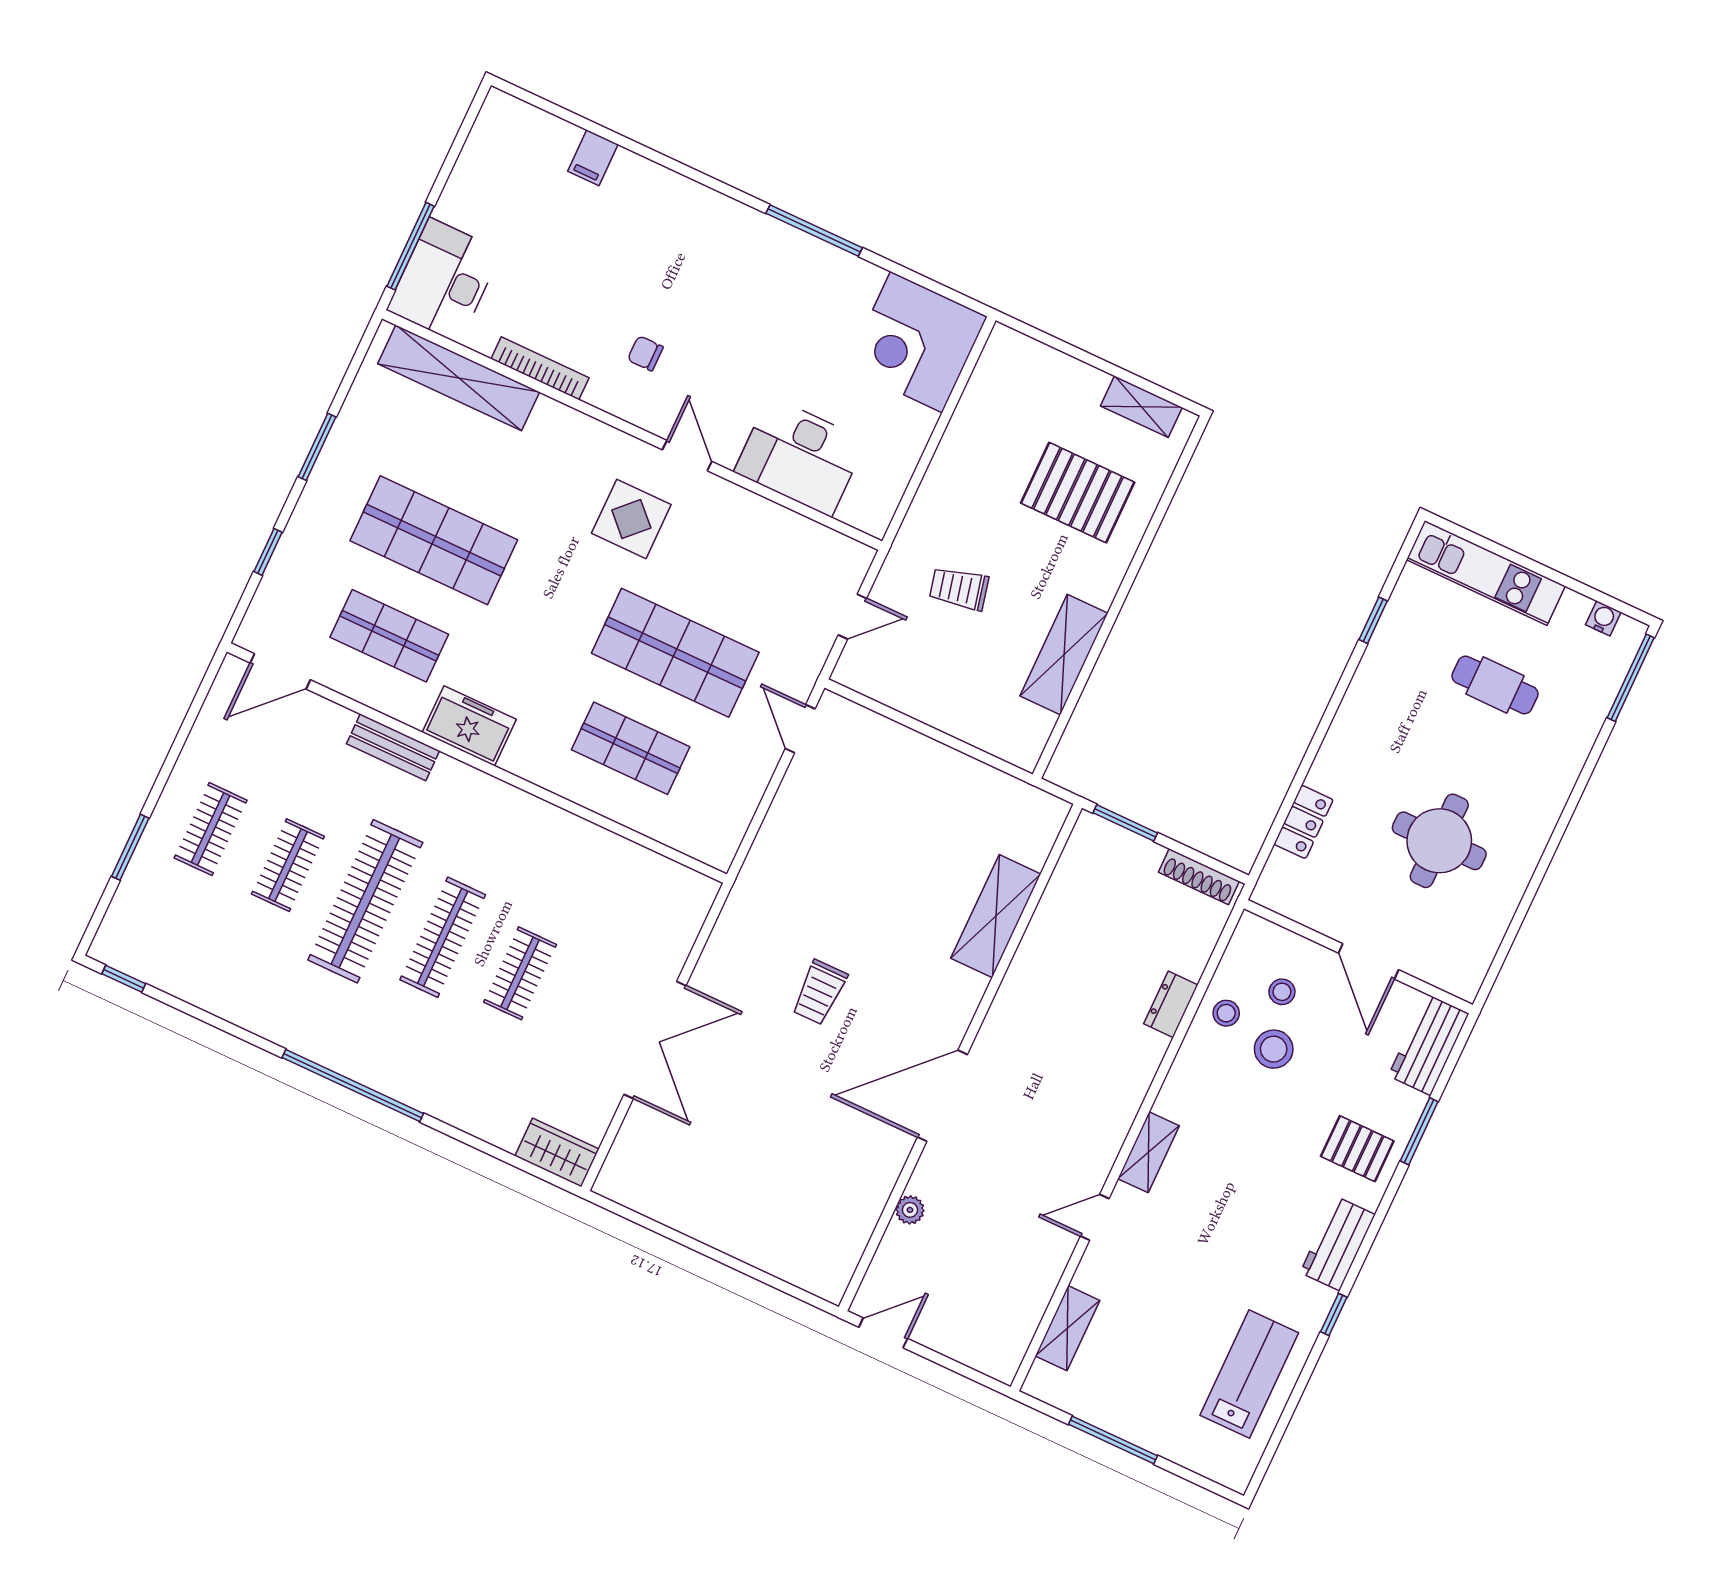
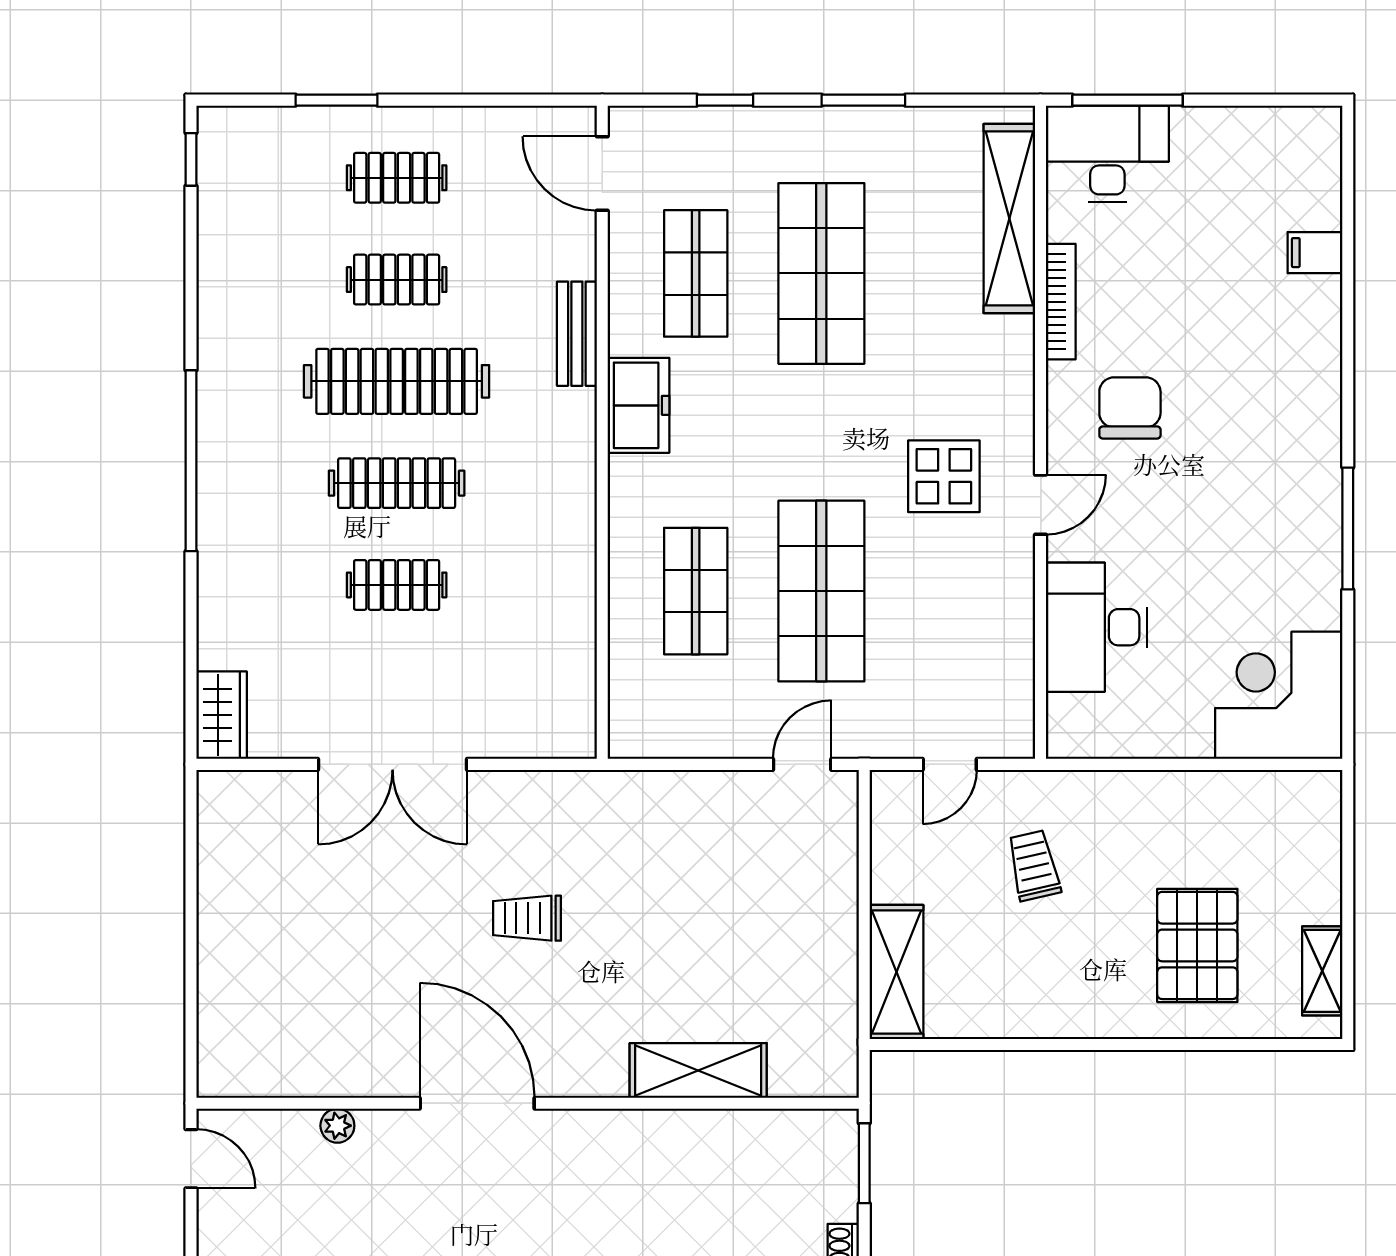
chair: (645, 353) -> (1130, 408), width x1.87, depth x1.87
door: (852, 617) -> (950, 764), hinge flipped
shelving: (1064, 655) -> (897, 972), moved, turned 90

